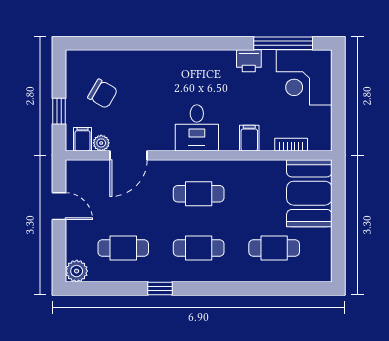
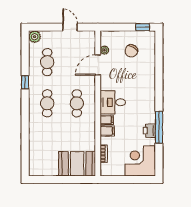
window: (283, 43) -> (159, 127), moved
window: (59, 111) -> (143, 27), moved
filing cabinet: (82, 139) -> (107, 120), moved
door: (129, 155) -> (98, 65), hinge flipped
door: (59, 206) -> (70, 27), swing flipped
cafe table: (274, 248) -> (47, 144), removed

